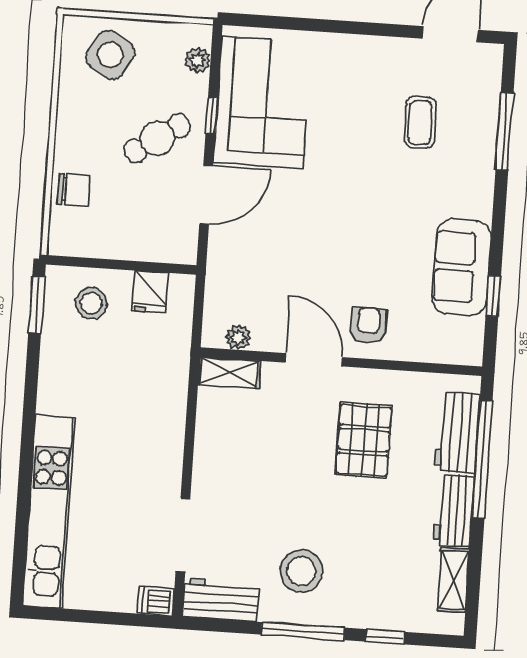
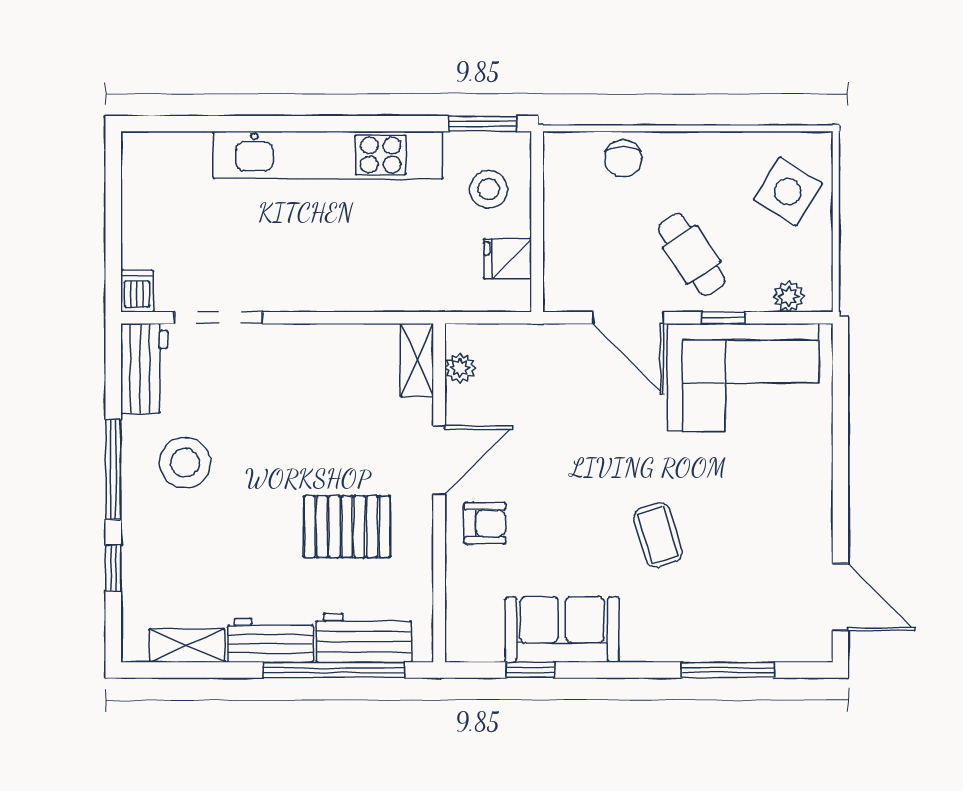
coffee table: (420, 123) -> (658, 535), moved, turned 74
kitchen unit: (49, 512) -> (328, 155), moved

